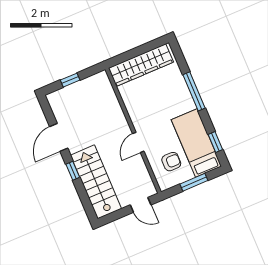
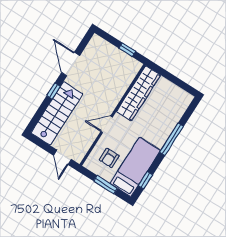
wardrobe: (141, 65) -> (138, 93), moved, turned -90
window: (70, 80) -> (127, 50), moved
door: (59, 137) -> (71, 64), hinge flipped
armchair: (171, 162) -> (109, 158), turned 90

